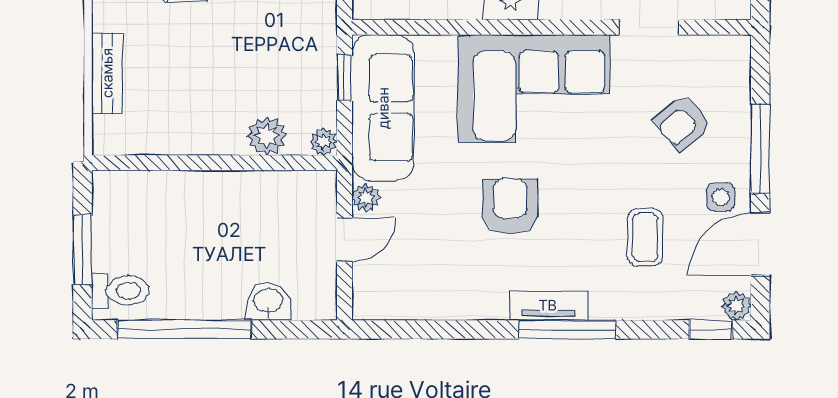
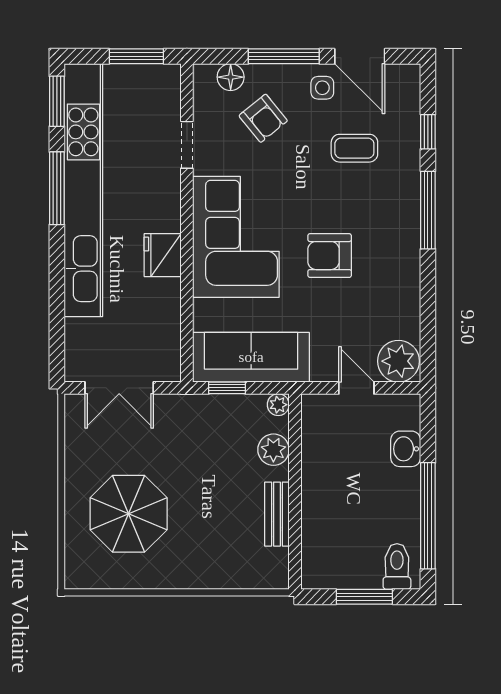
bench: (107, 73) -> (277, 514), moved, turned 90
floor lamp: (734, 82) -> (231, 77), added
plant: (366, 198) -> (398, 361), moved, width x1.87, depth x1.87
tv unit: (548, 305) -> (409, 225), removed
plant: (736, 306) -> (409, 75), removed
window: (711, 329) -> (428, 132), moved

